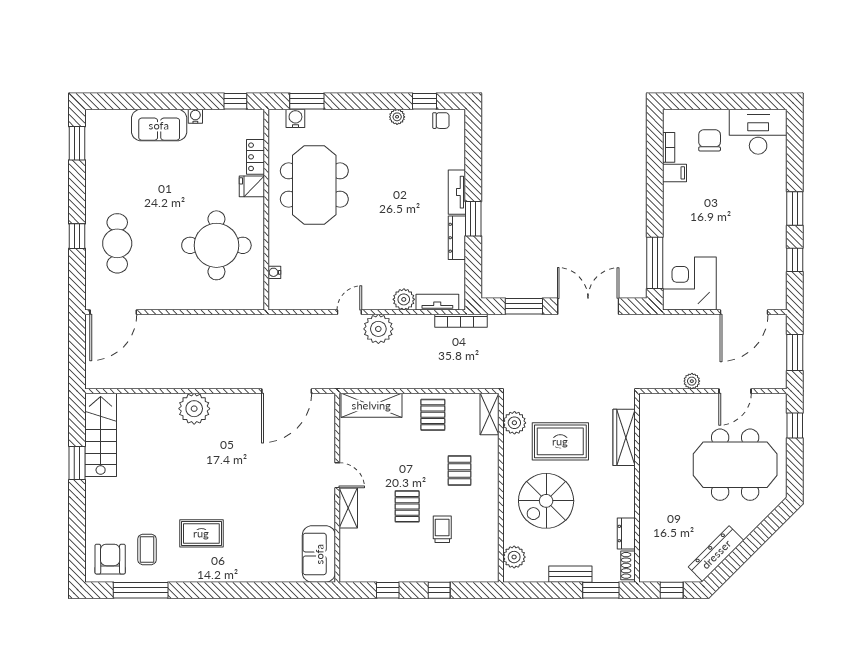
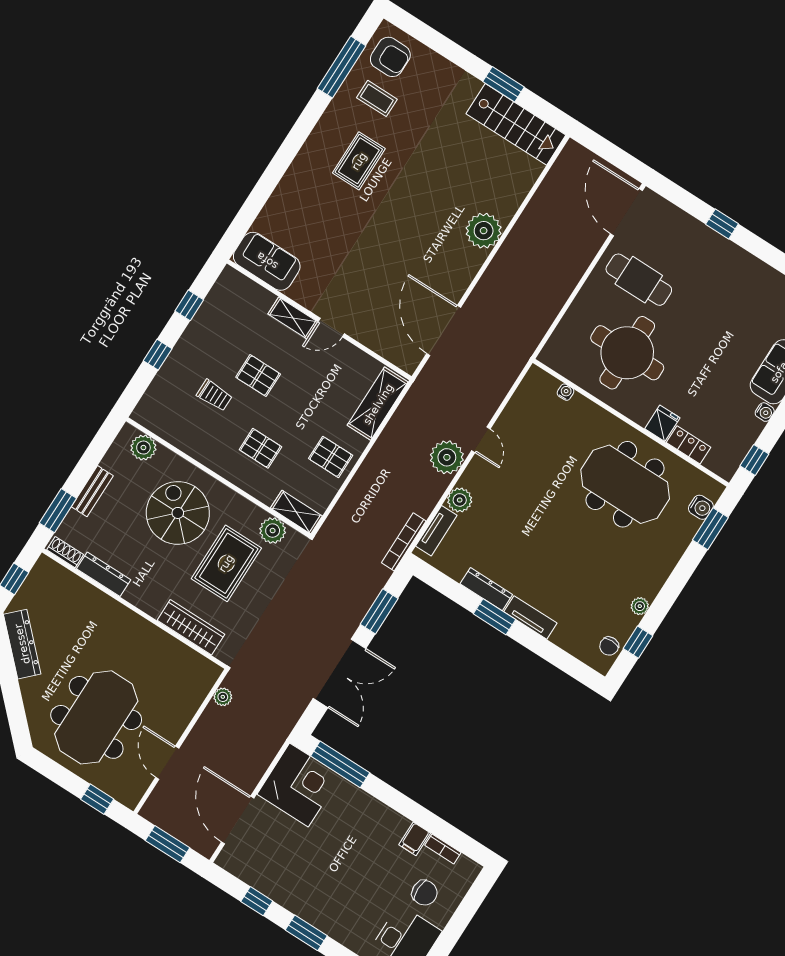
cafe table: (117, 243) -> (639, 280), moved
plant: (692, 381) -> (223, 697), moved
dresser: (626, 534) -> (104, 574), width x1.44

